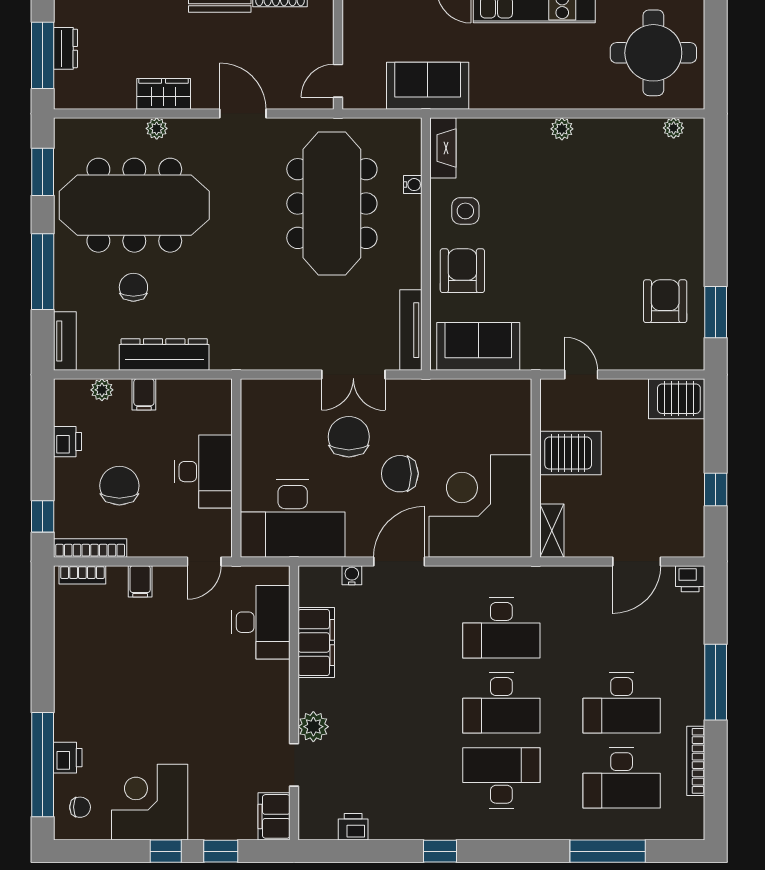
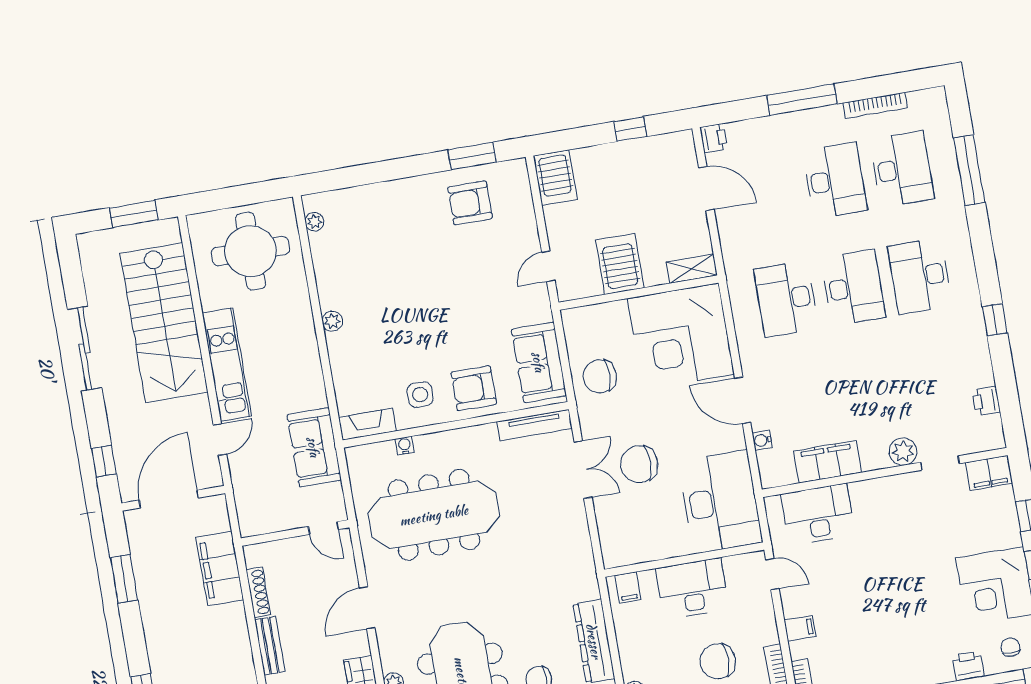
filing cabinet: (144, 394) -> (628, 588), moved, turned 90
chair: (400, 474) -> (600, 376), moved, turned 90
desk: (501, 628) -> (786, 299), turned 180

